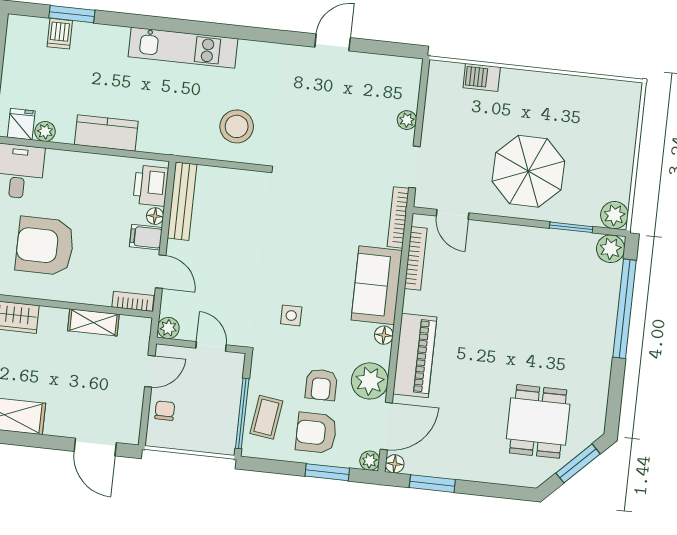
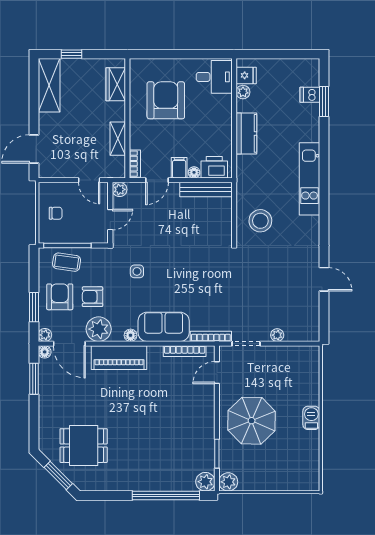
barbecue: (482, 77) -> (311, 418), moved
chair: (165, 411) -> (56, 213), moved

